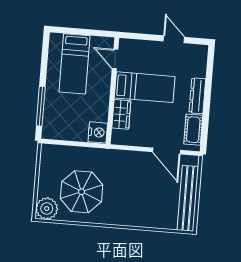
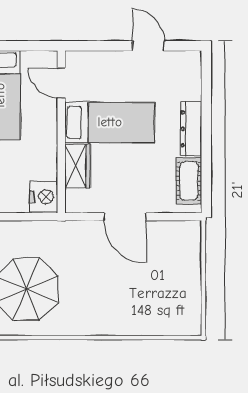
door: (166, 151) -> (125, 217), moved
bench: (188, 198) -> (189, 286), removed

